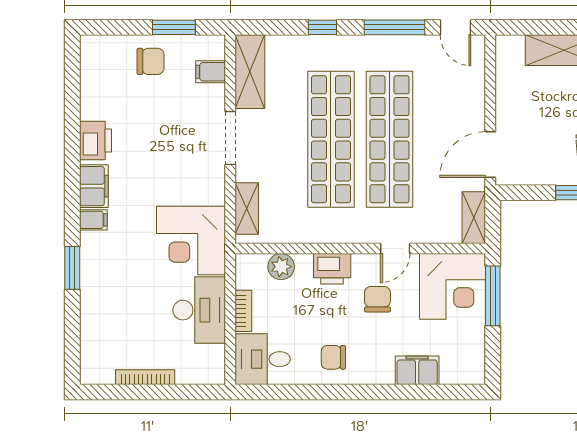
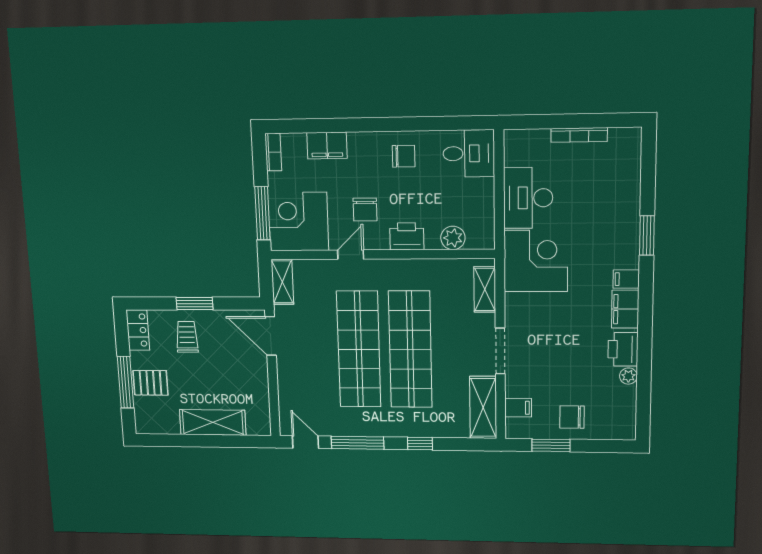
plant: (89, 110) -> (628, 376), added
door: (490, 155) -> (271, 336), swing flipped
bookcase: (243, 311) -> (273, 152), moved, turned 180

